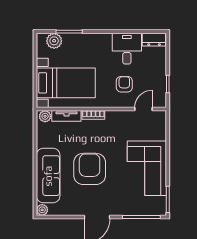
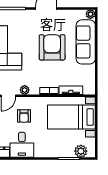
plant: (45, 116) -> (25, 90), moved
armchair: (90, 169) -> (52, 47), turned 180

